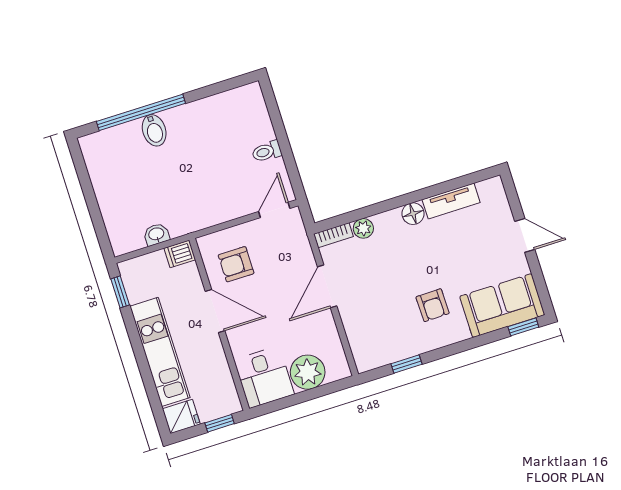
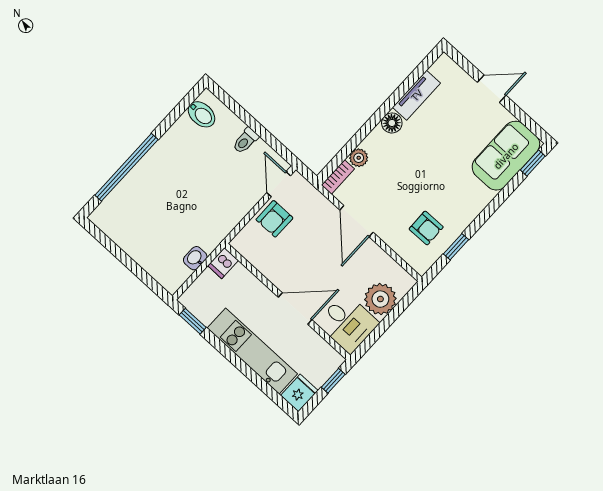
bidet: (154, 130) -> (202, 114), moved
armchair: (236, 264) -> (274, 219), moved
armchair: (433, 305) -> (426, 228), moved
door: (215, 311) -> (295, 309), moved

